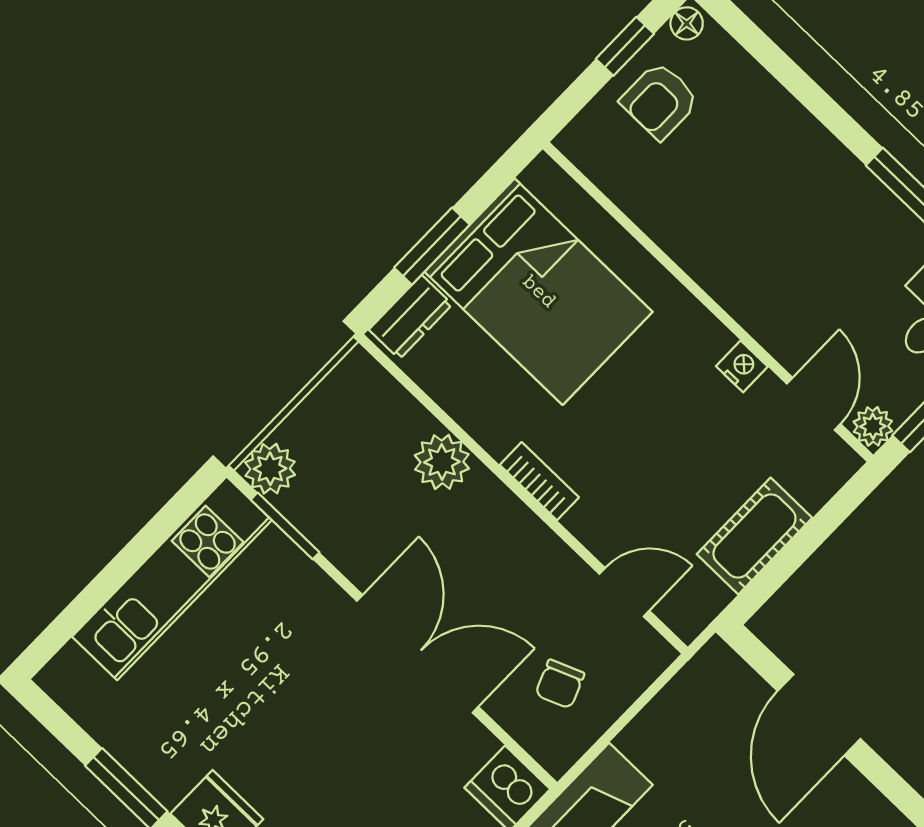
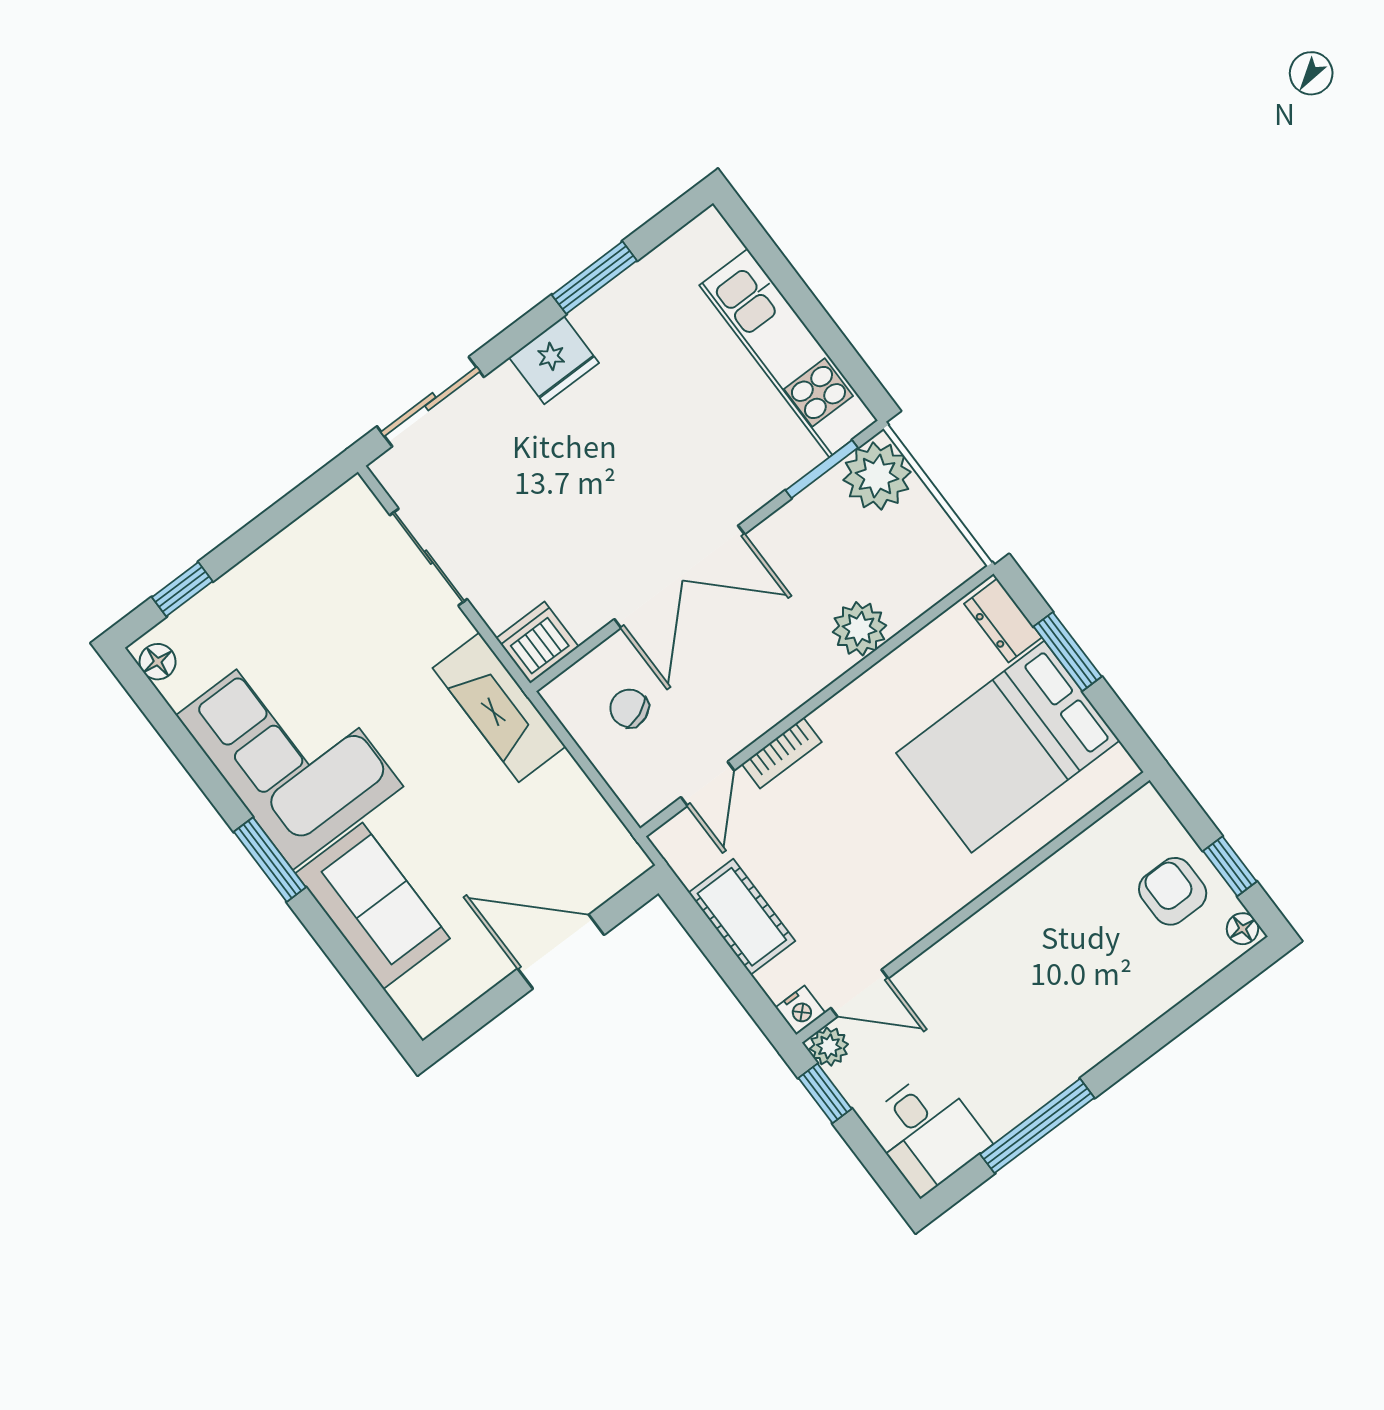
nightstand: (742, 366) -> (800, 1010), moved
plant: (270, 469) -> (877, 476), width x1.36, depth x1.36
bookcase: (539, 481) -> (782, 753), moved

